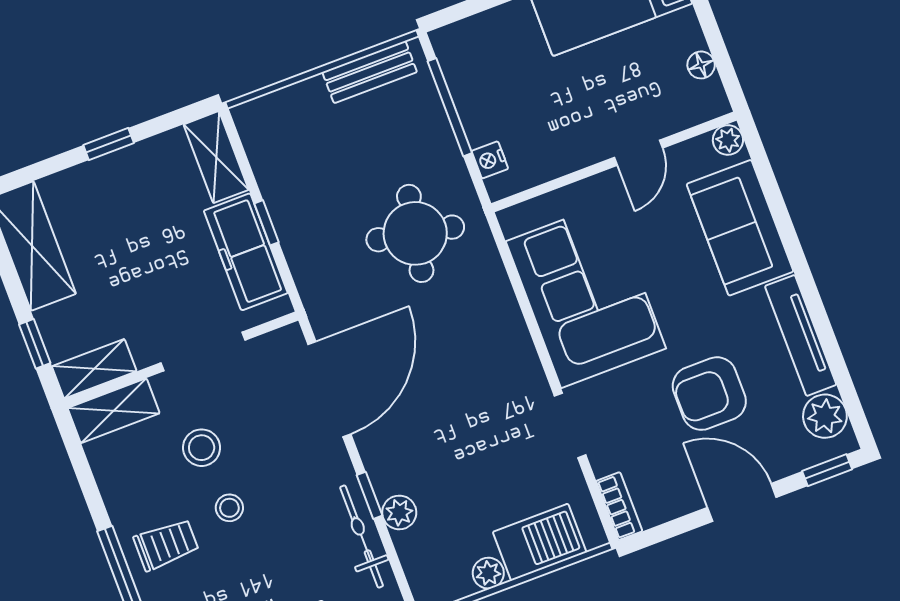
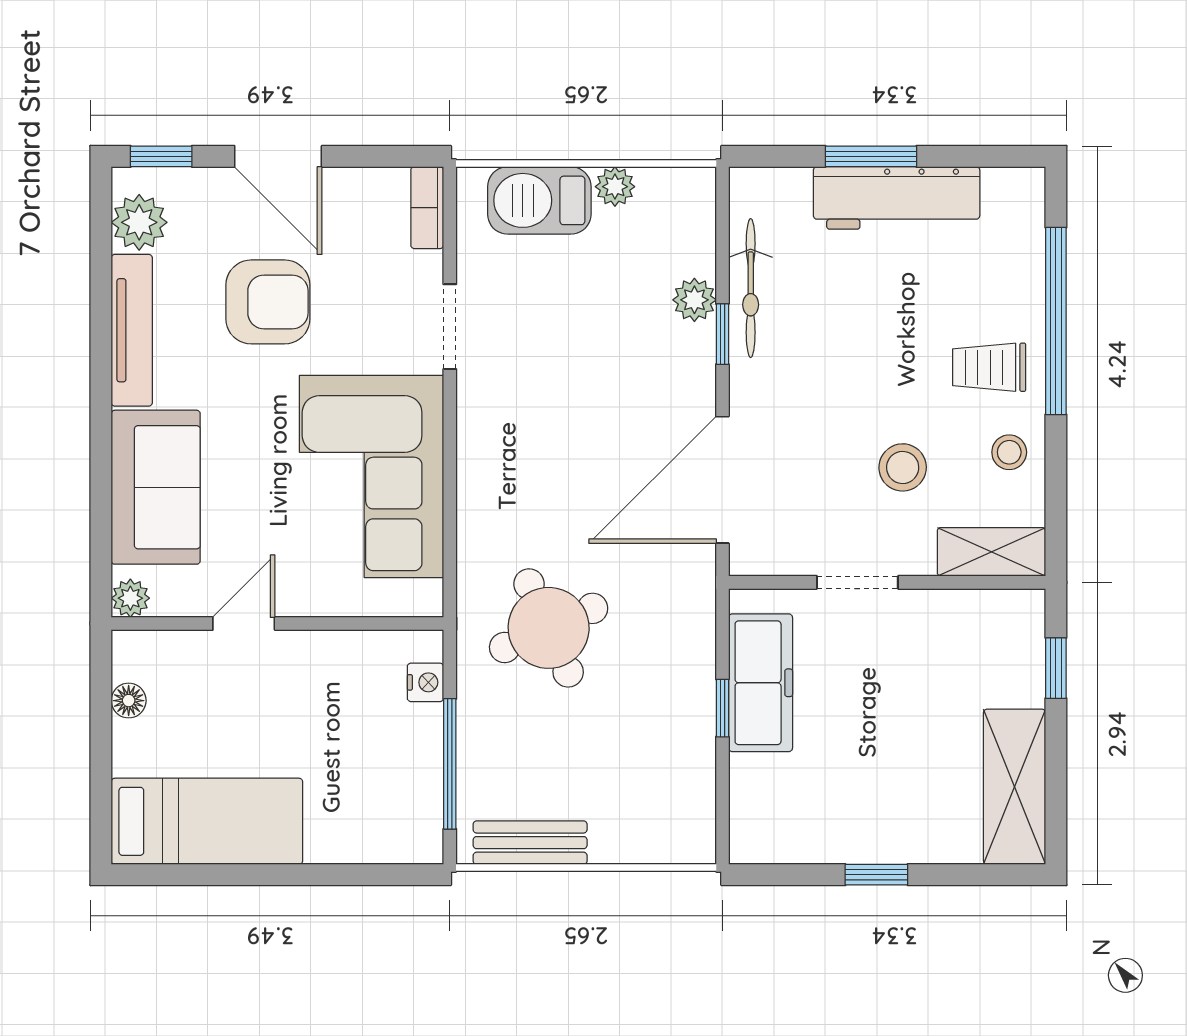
shelving: (216, 157) -> (753, 810), removed
round table: (415, 233) -> (549, 628), turned -35
doorway: (203, 352) -> (857, 582), width x0.73
shelving: (94, 369) -> (996, 611), removed
stool: (229, 508) -> (1009, 452), moved

